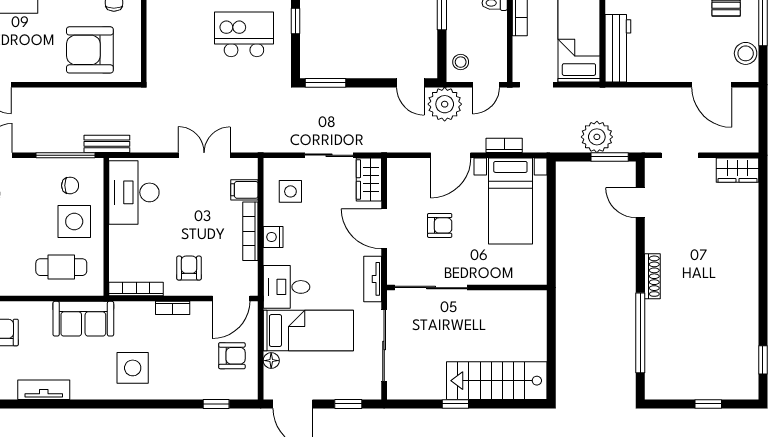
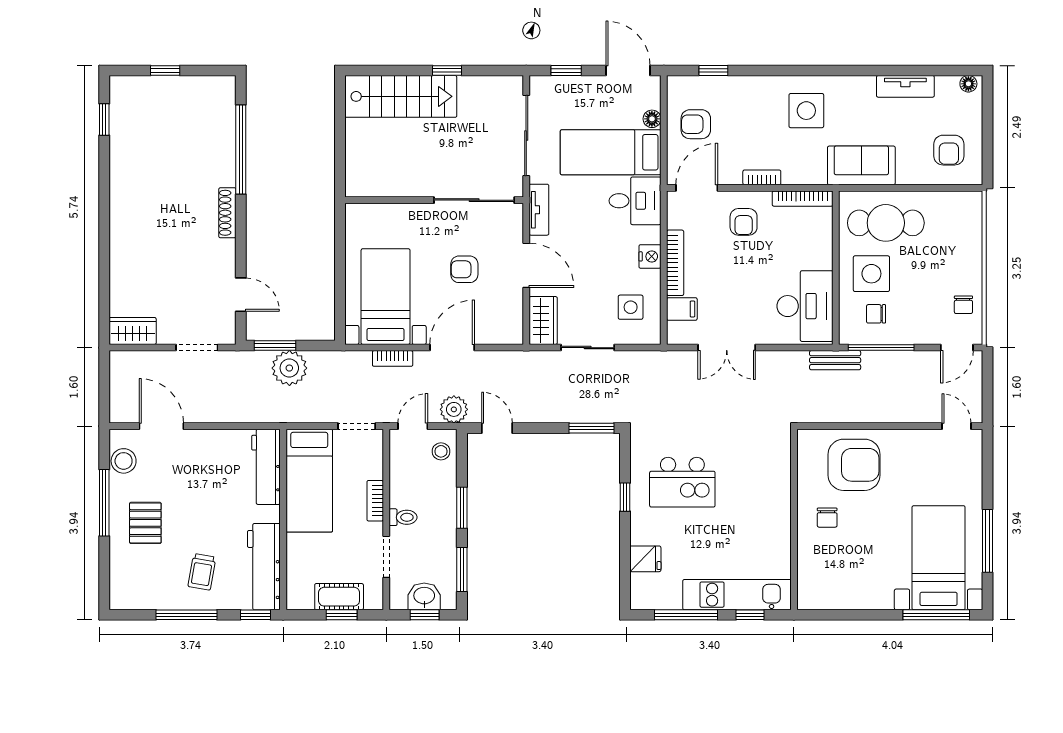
plant: (445, 104) -> (454, 409), width x0.73, depth x0.73
cafe table: (61, 267) -> (886, 223), width x1.37, depth x1.35

